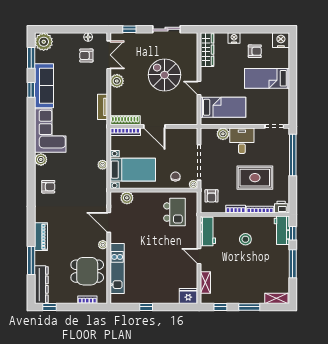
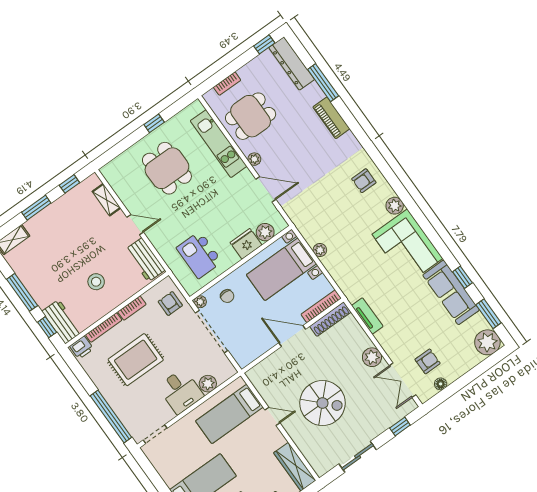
dining table: (157, 276) -> (167, 168), added
fridge: (188, 296) -> (246, 244), moved, turned 180

